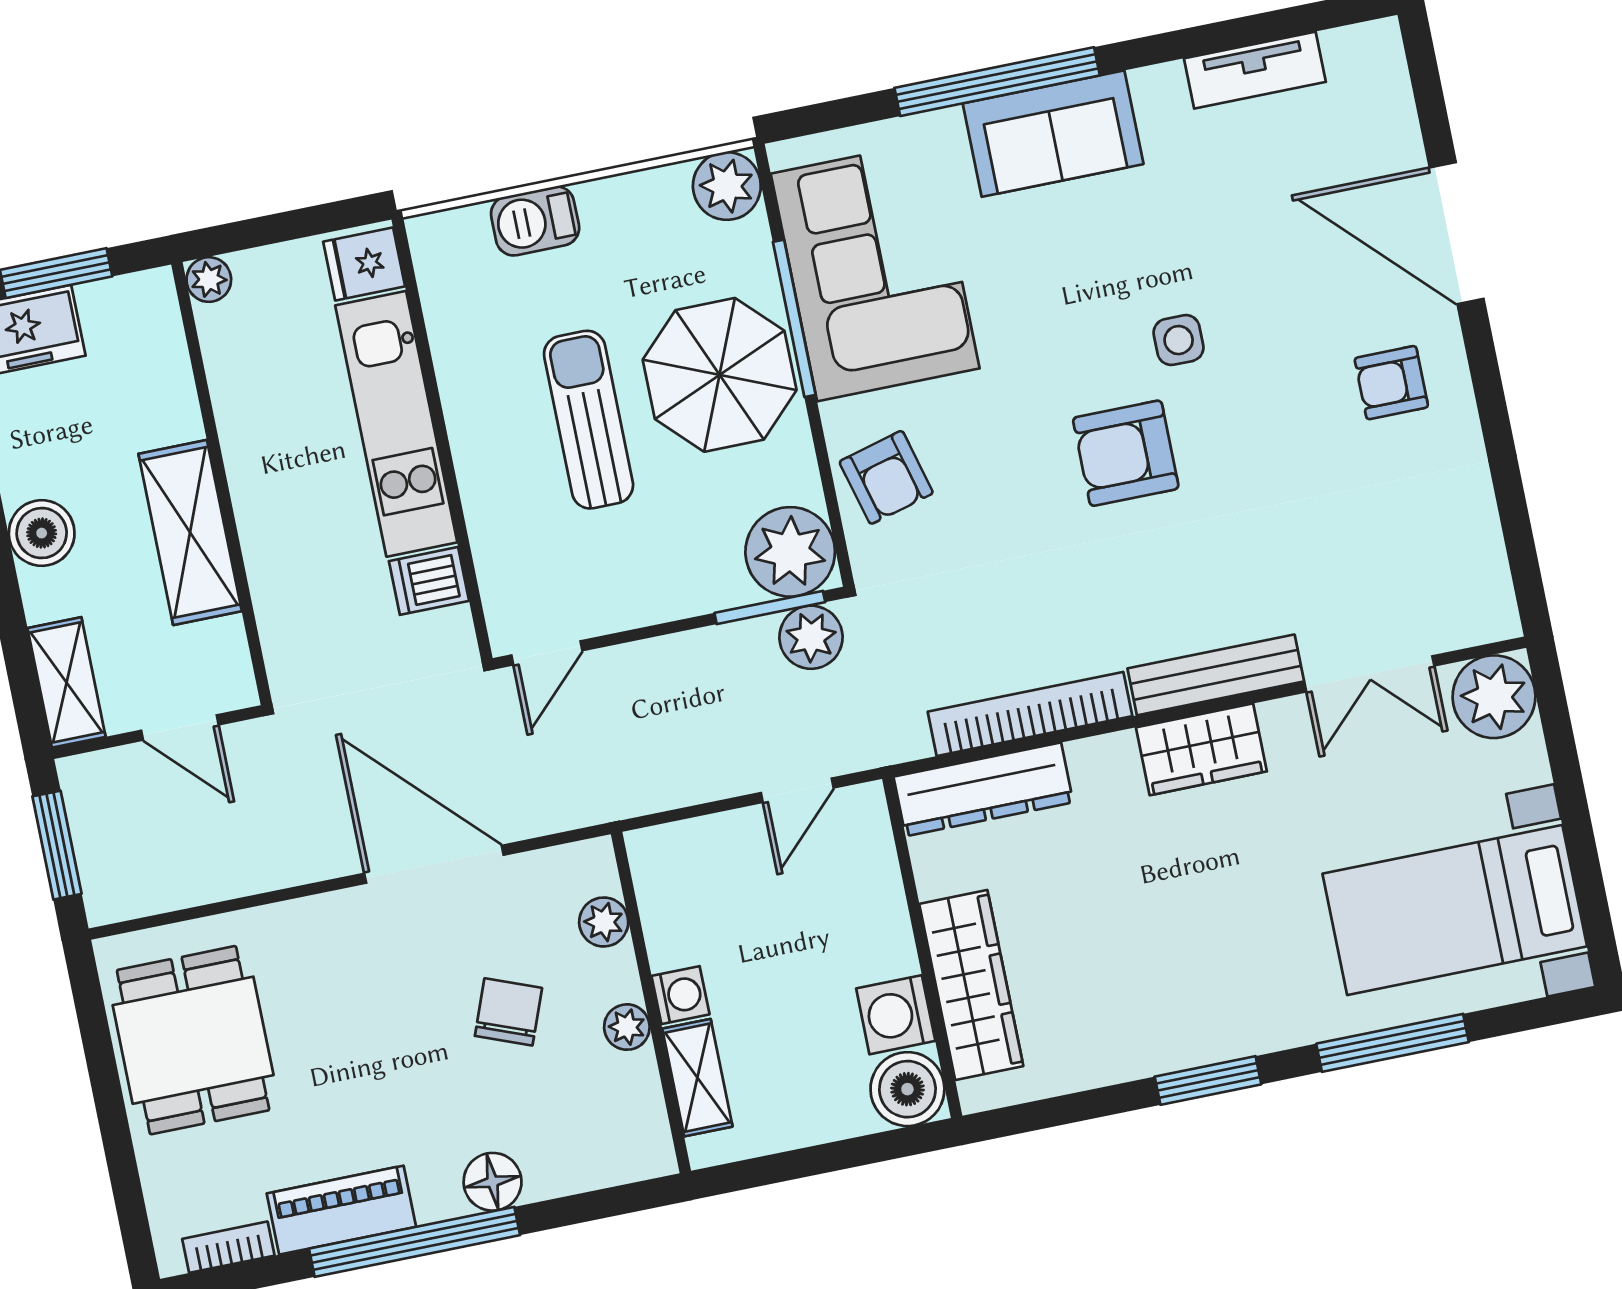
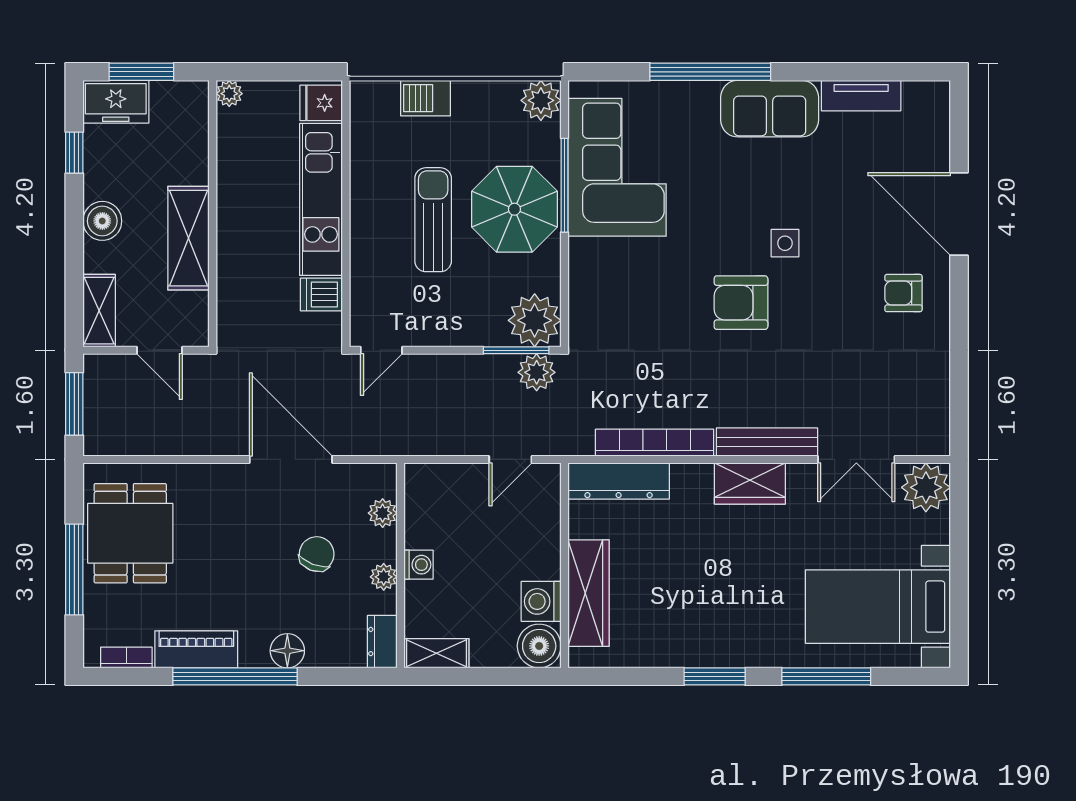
sofa: (1053, 134) -> (770, 109), moved
armchair: (886, 477) -> (599, 288), removed
shelving: (697, 1078) -> (436, 653), moved, turned 90
window: (113, 1119) -> (74, 570), added
dresser: (646, 1135) -> (382, 642), added

